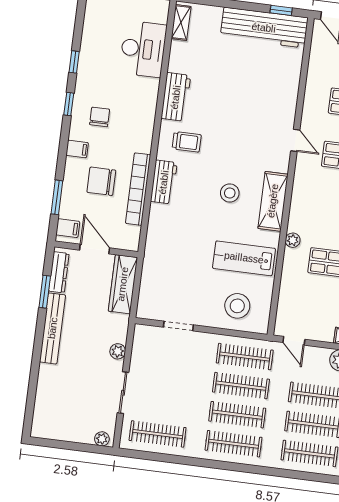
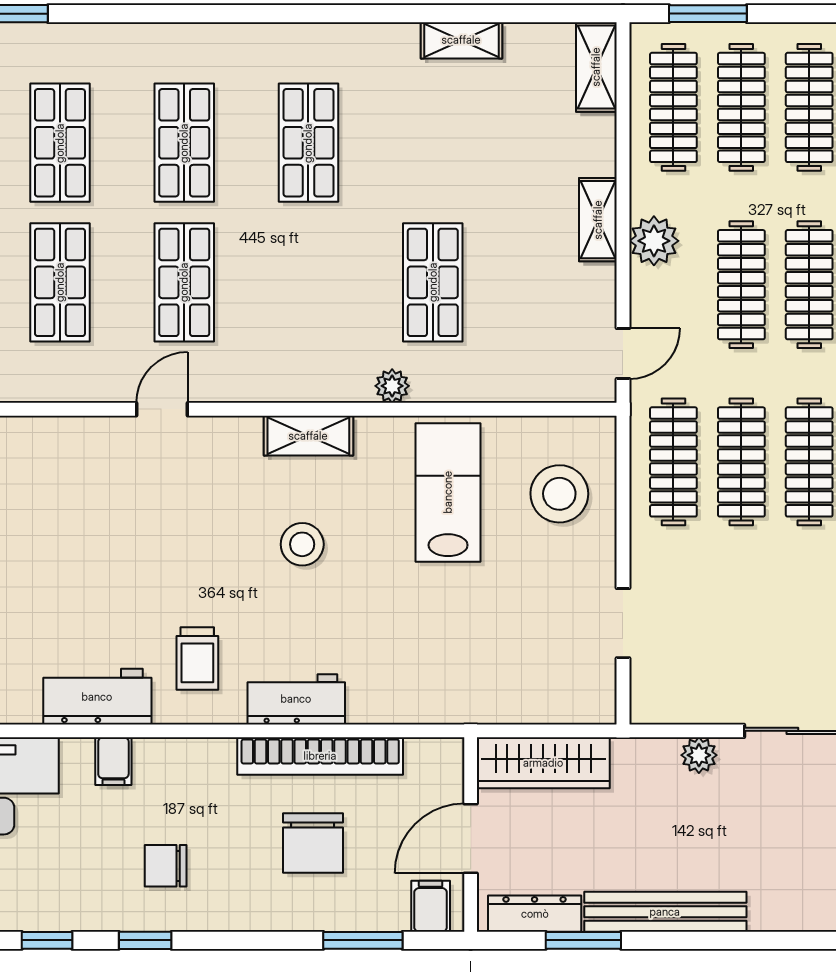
trolley: (187, 142) -> (197, 658), turned 180
filing cabinet: (77, 149) -> (113, 761), moved, turned 180
shelving: (273, 201) -> (308, 436), width x0.67, depth x0.75
lab bench: (244, 258) -> (448, 492), turned 180

